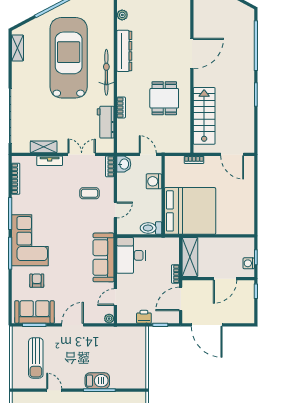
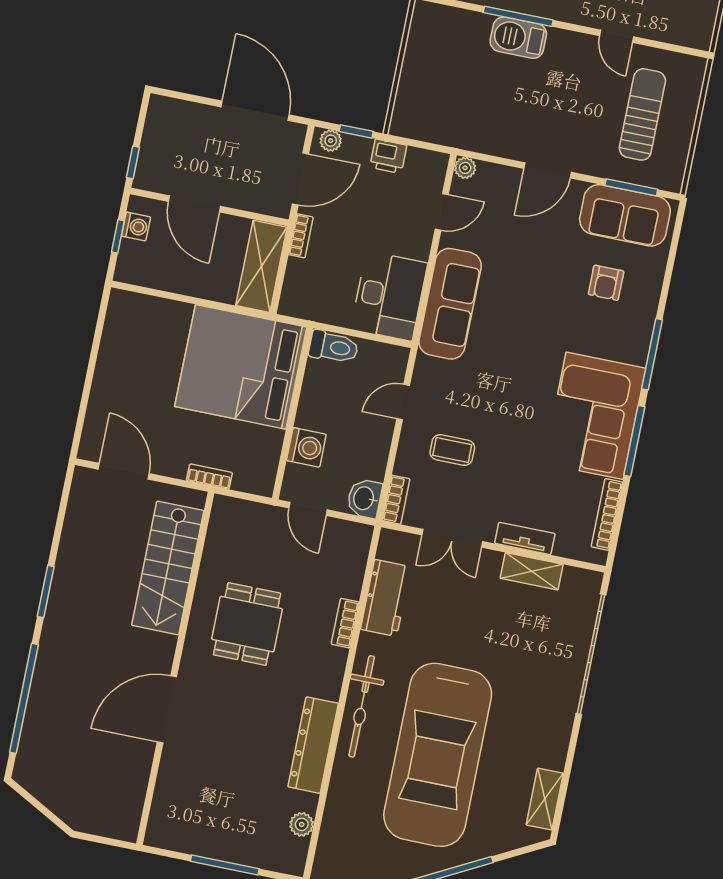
corner sofa: (30, 240) -> (595, 416), moved
door: (225, 279) -> (194, 204), swing flipped
plant: (171, 319) -> (331, 141), added

